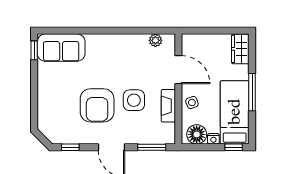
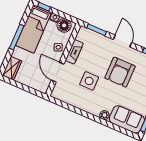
plant: (155, 40) -> (104, 115), moved
side table: (134, 100) -> (89, 81), moved
armchair: (97, 105) -> (120, 72), turned 180

